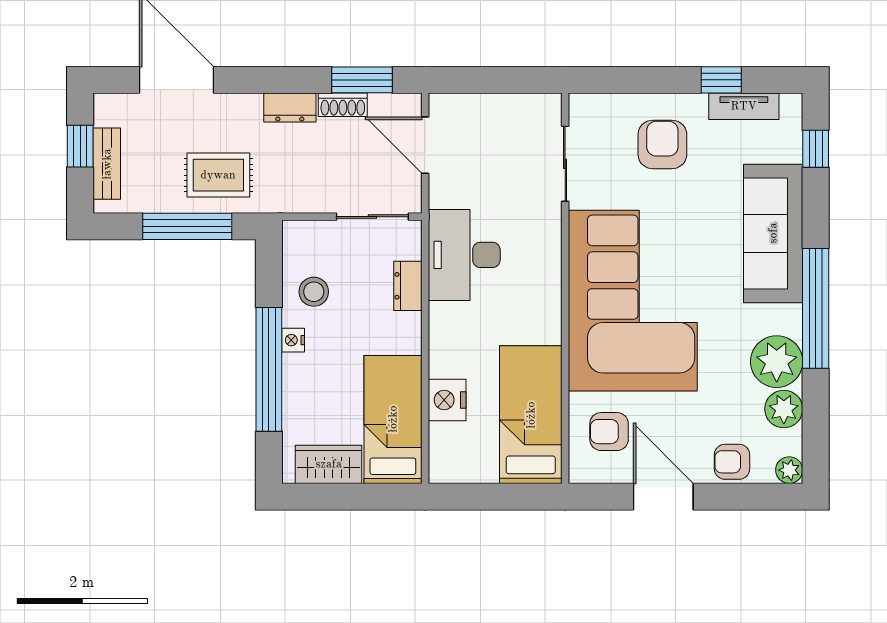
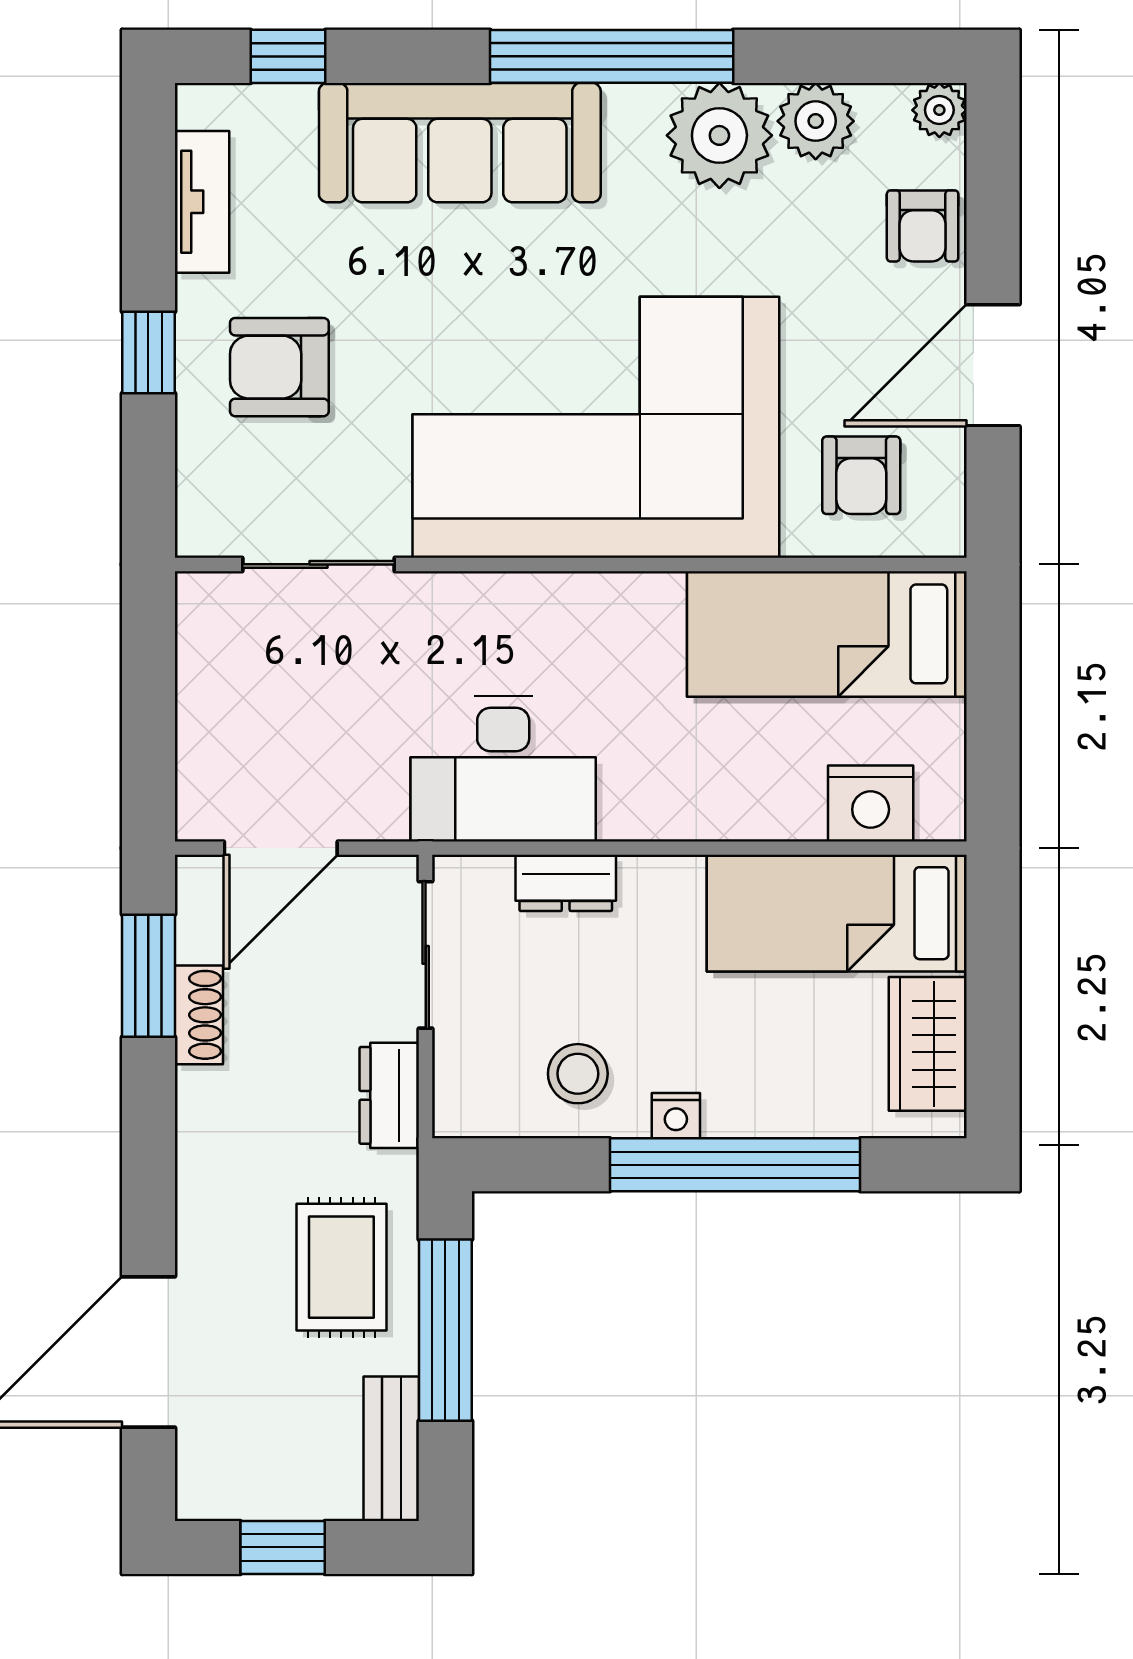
window: (721, 80) -> (148, 353), moved
dresser: (290, 108) -> (389, 1095), moved, turned 180
bench: (107, 164) -> (391, 1449), moved, turned 90
nightstand: (447, 400) -> (871, 803), moved

